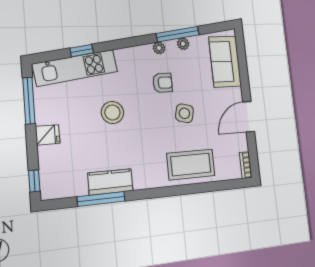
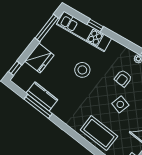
armchair: (163, 83) -> (123, 78), turned 90
fridge: (48, 135) -> (39, 58), width x1.88, depth x1.34
kitchen counter: (110, 182) -> (42, 96), moved

